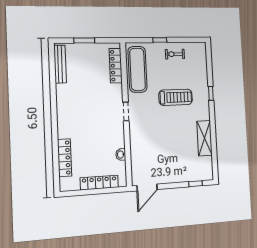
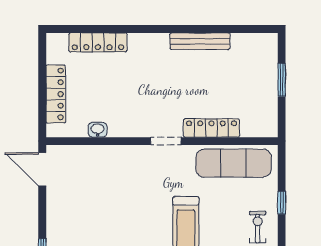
bench: (60, 64) -> (200, 41), moved
locker: (116, 66) -> (211, 128), moved

